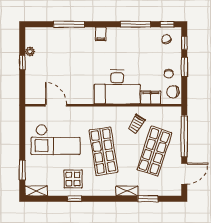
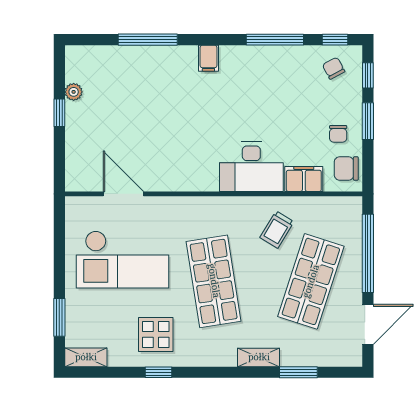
desk: (117, 87) -> (251, 167), width x0.73, depth x0.77

